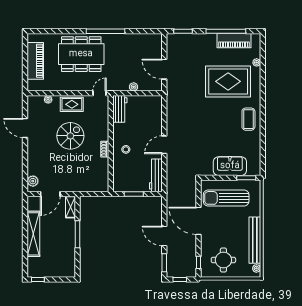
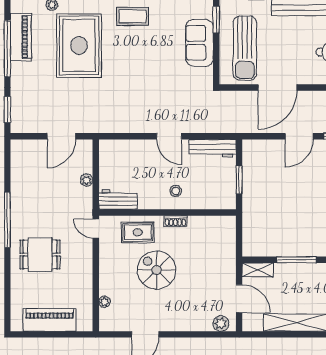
dining table: (81, 54) -> (40, 254), width x0.53, depth x0.80
rug: (72, 104) -> (138, 232), moved, turned 90

